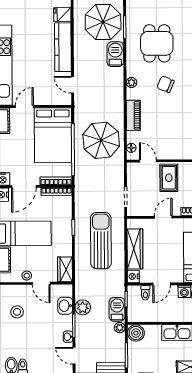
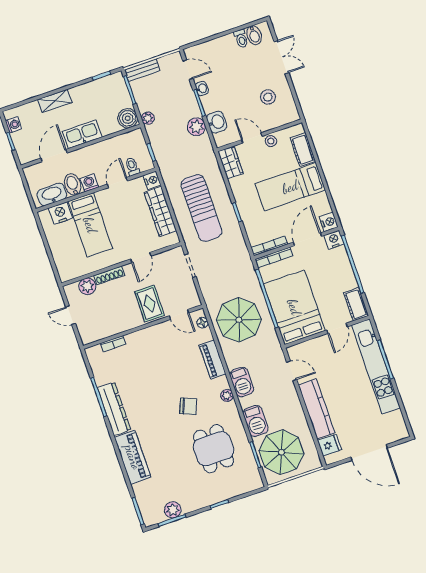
barbecue: (117, 309) -> (242, 382), moved

